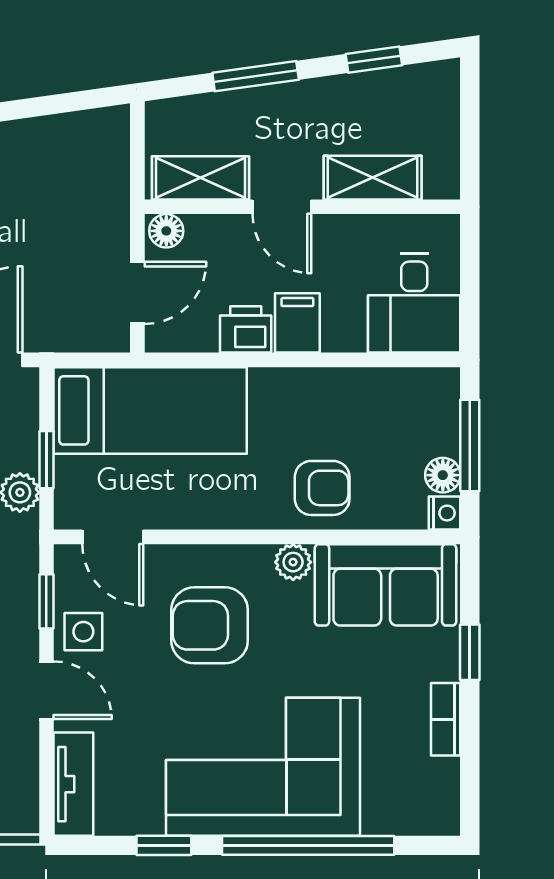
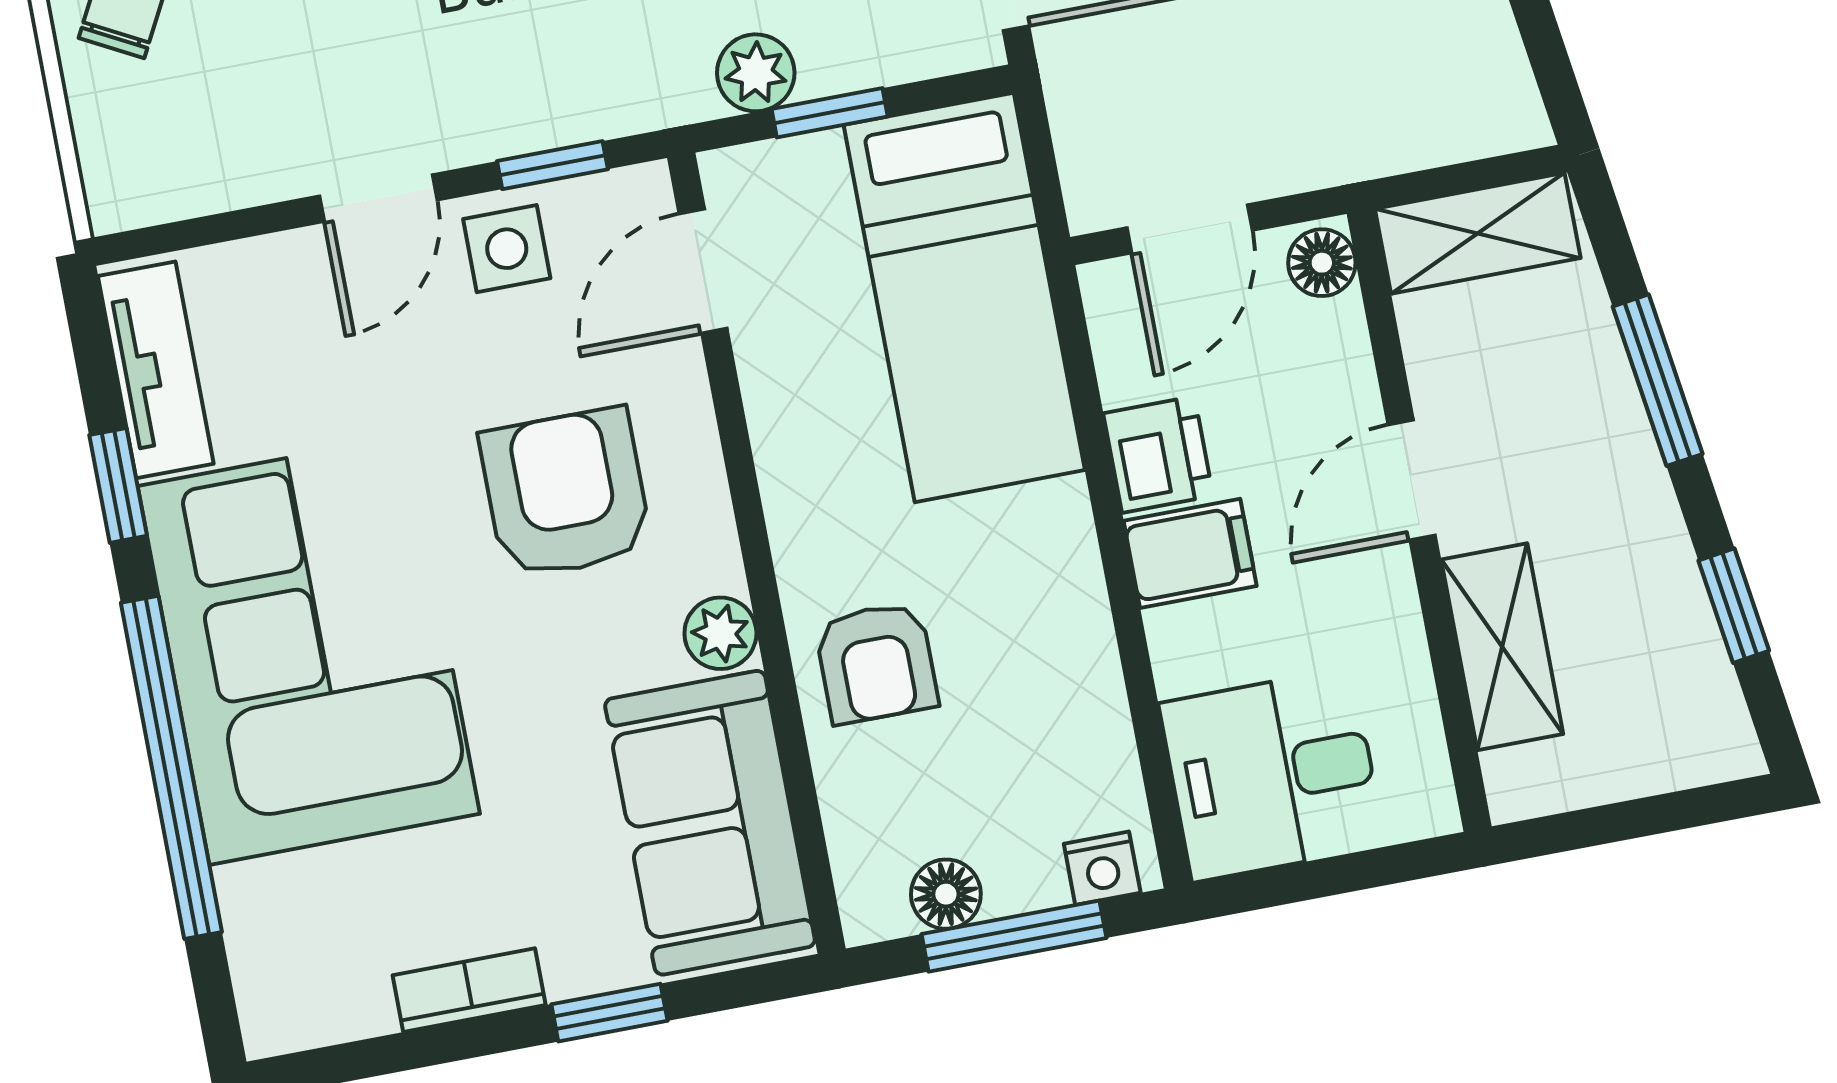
shelving: (200, 178) -> (1478, 233), moved, turned 90
door: (137, 293) -> (1190, 229), hinge flipped
nightstand: (445, 513) -> (1102, 868), moved
tv unit: (73, 784) -> (156, 370), moved, turned -90

